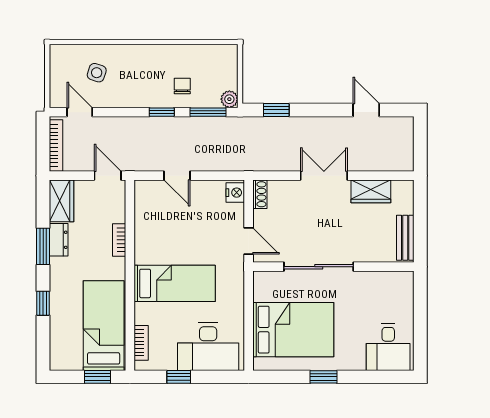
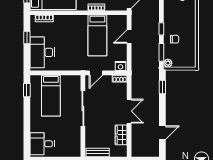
bed: (175, 283) -> (97, 35), moved
bed: (293, 330) -> (51, 96), width x0.67
window: (323, 377) -> (27, 90), moved

